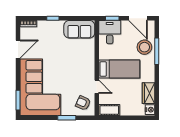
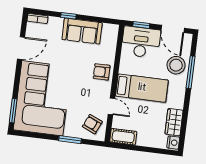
sofa: (79, 29) -> (82, 31), moved
desk: (110, 32) -> (141, 42), width x1.37
armchair: (85, 60) -> (102, 72), added

